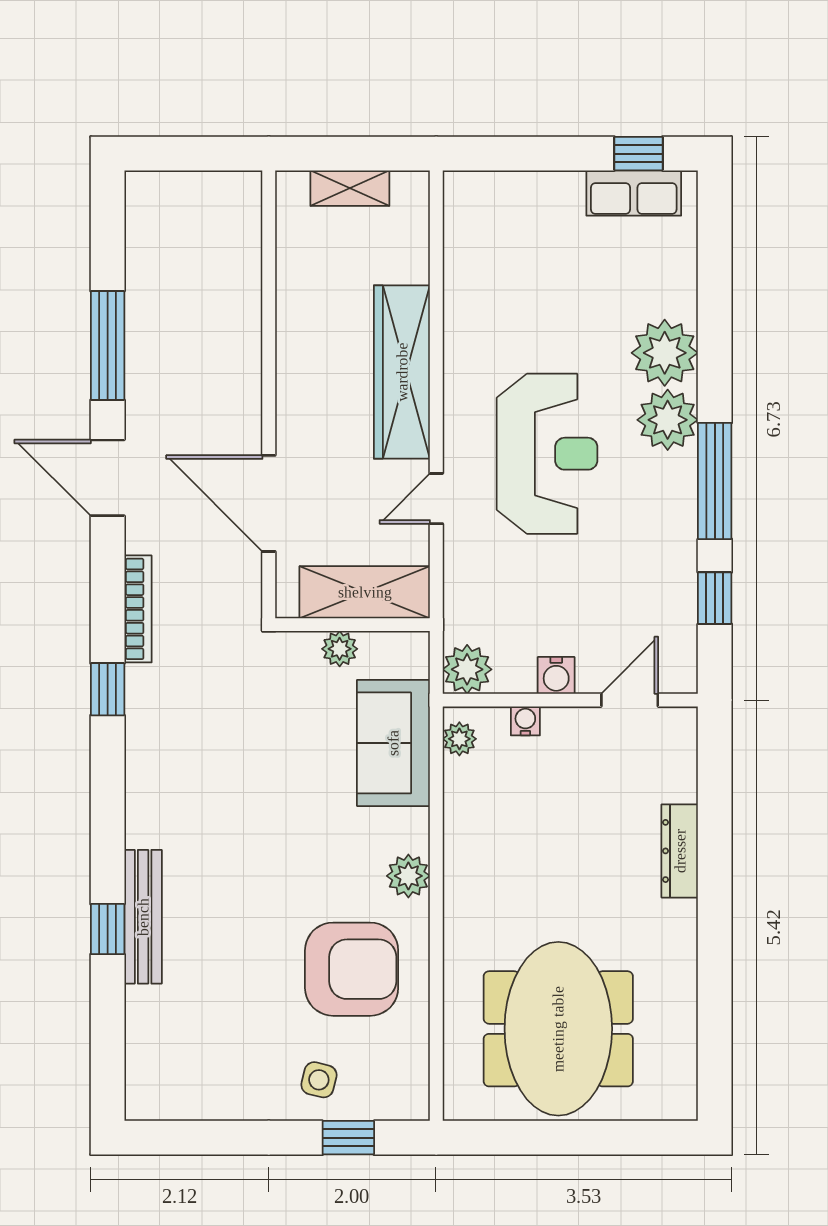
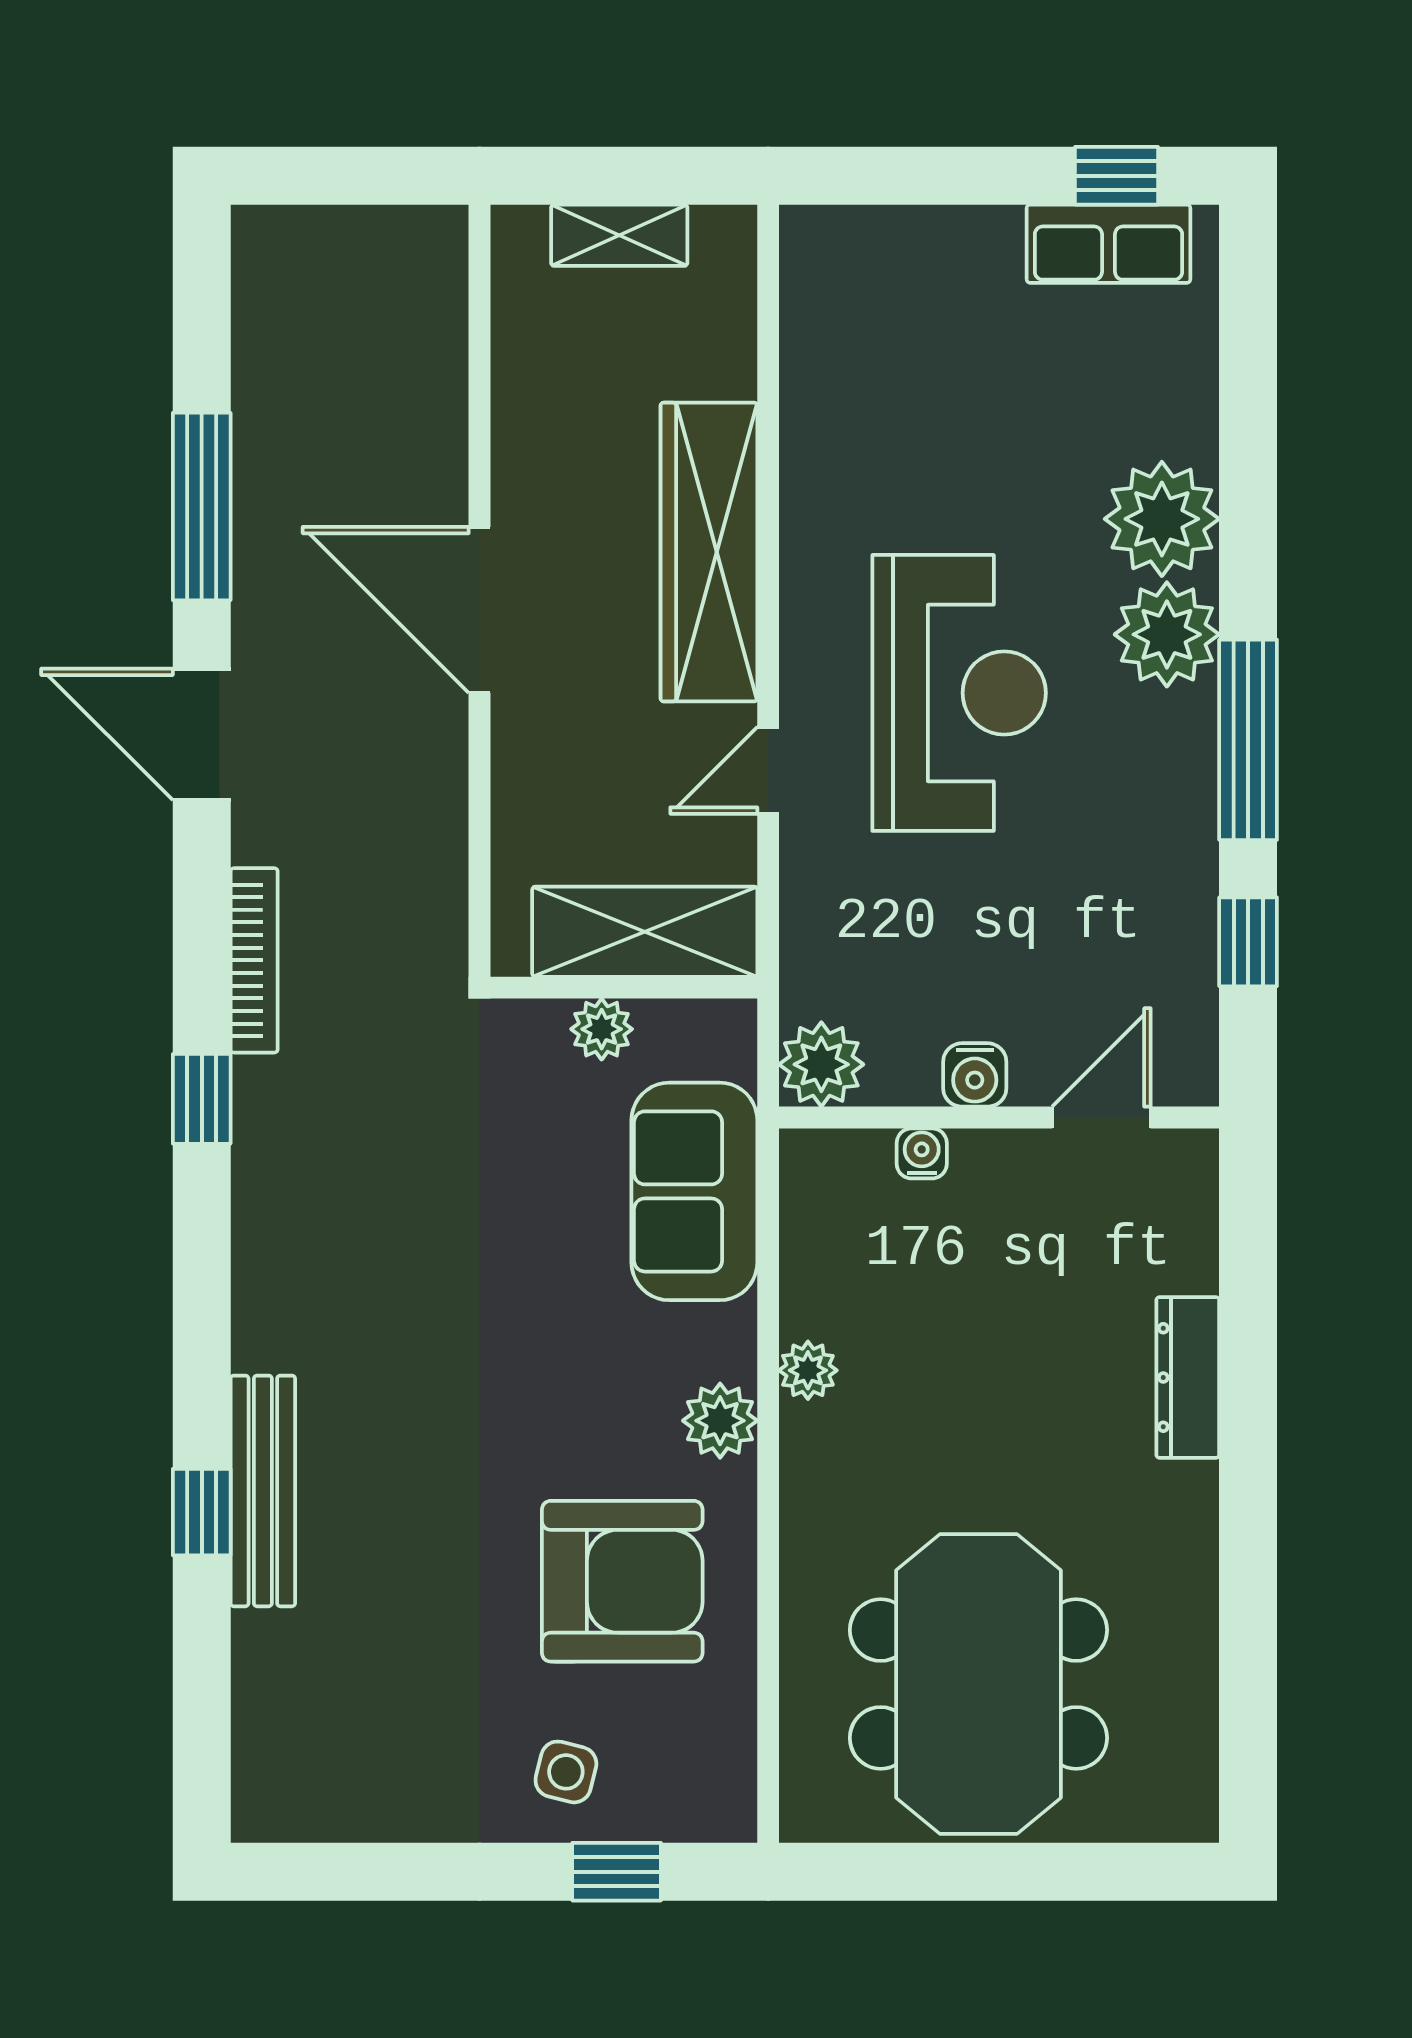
door: (269, 503) -> (479, 610), moved
plant: (459, 739) -> (808, 1370), moved

